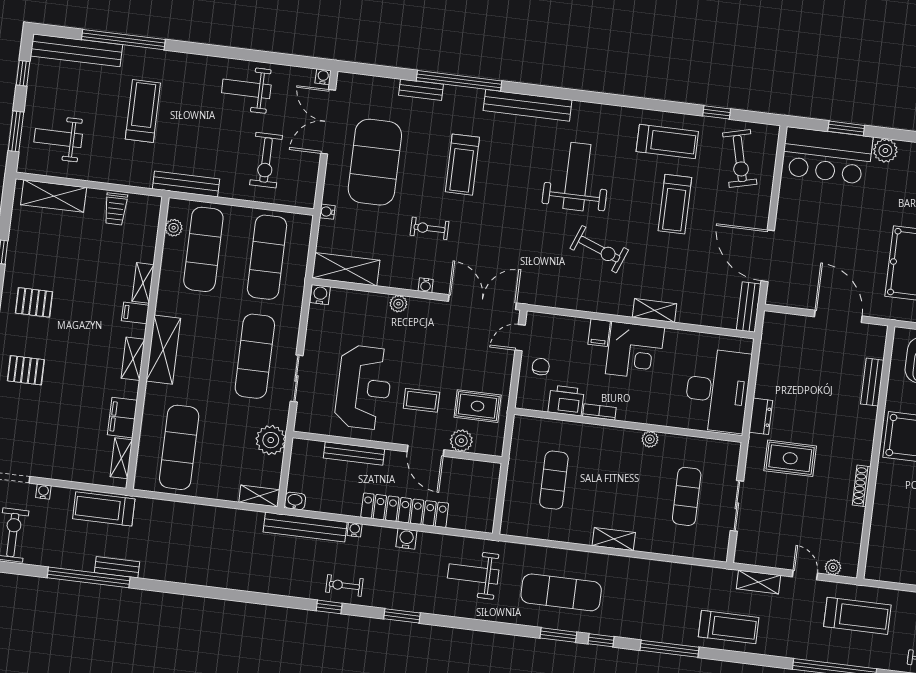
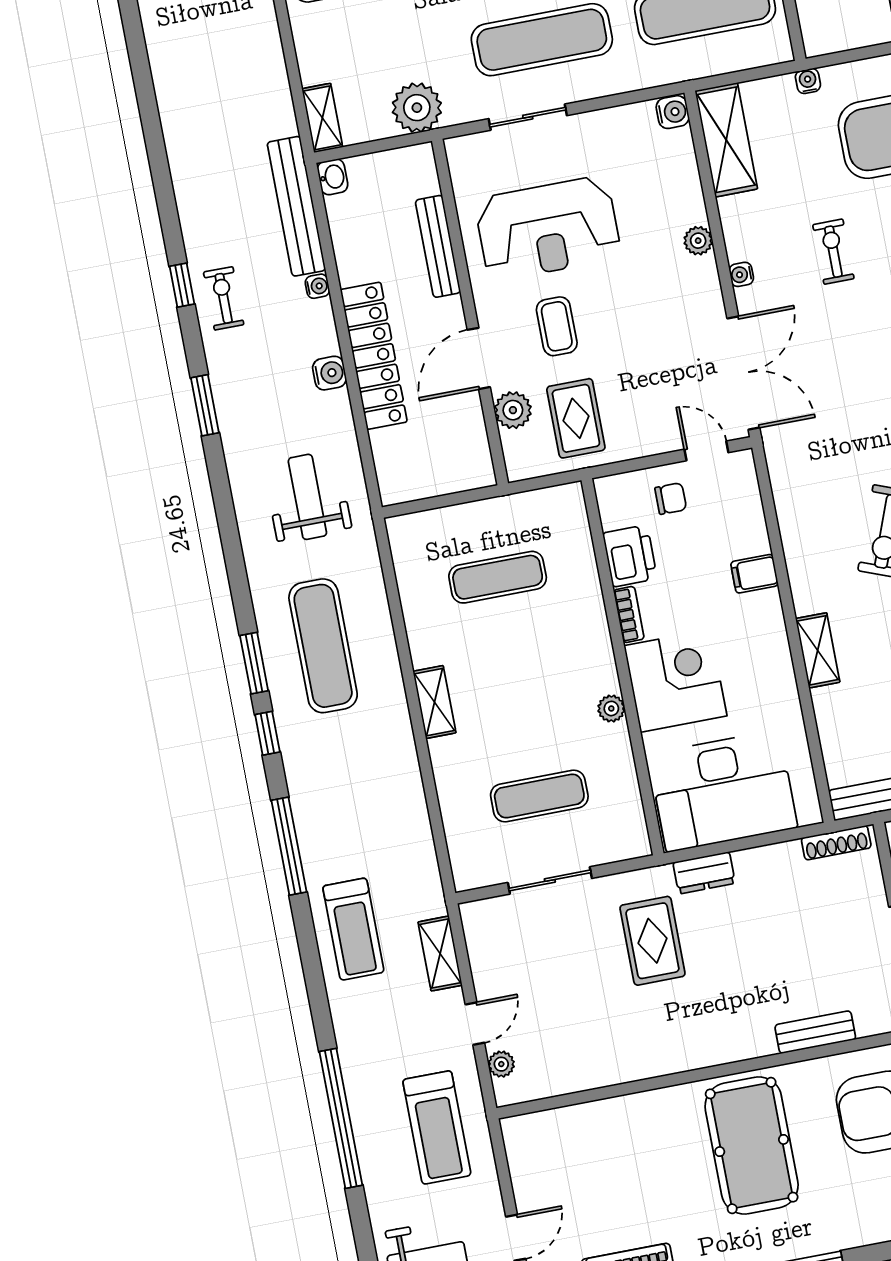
corner desk: (635, 351) -> (675, 681), moved, turned 180
shoe rack: (862, 486) -> (836, 843), moved, turned 180

